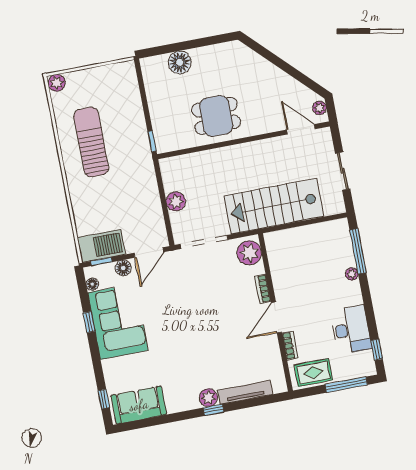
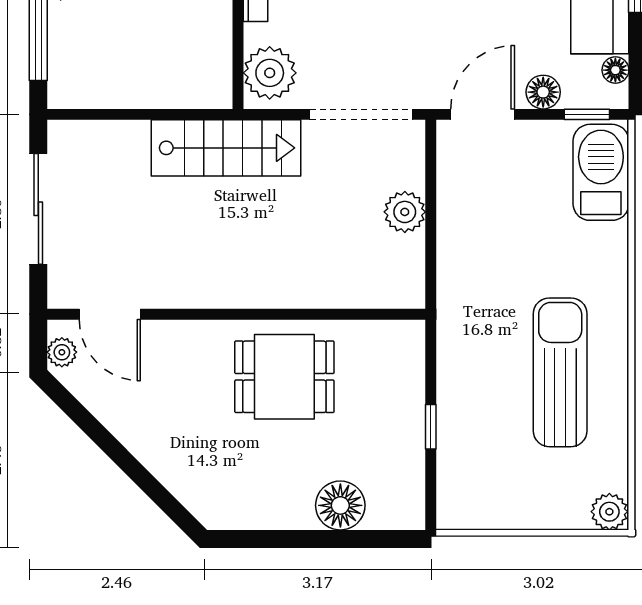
window: (152, 141) -> (431, 427), moved
sun lounger: (91, 142) -> (560, 372), turned 180
sliding door: (343, 171) -> (38, 209), width x1.37
stairs: (274, 206) -> (226, 148), width x0.73, depth x0.66
barbecue: (101, 246) -> (601, 172), moved, turned 90

